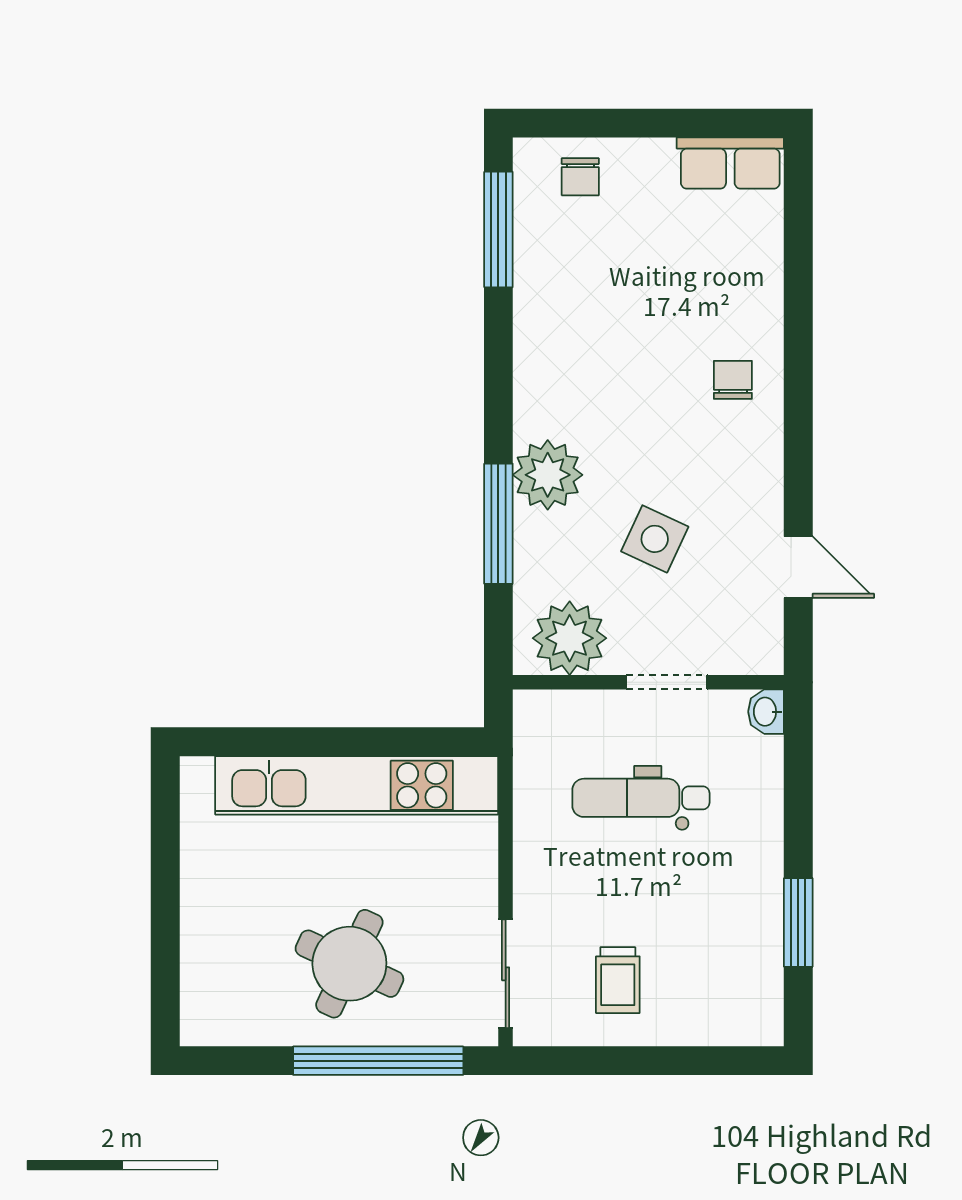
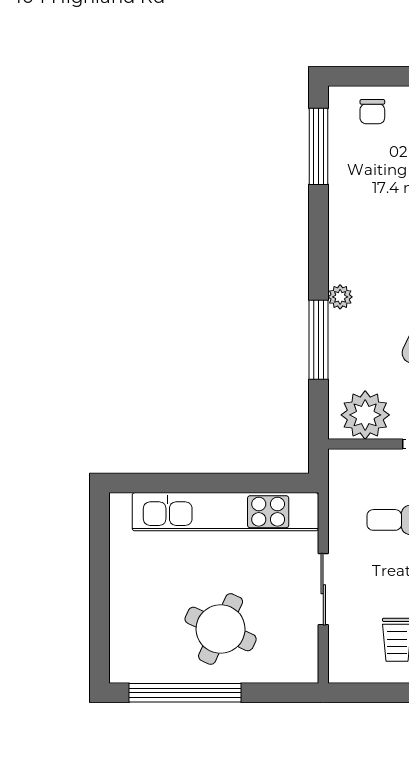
plant: (548, 475) -> (340, 297), width x0.53, depth x0.53
sliding door: (506, 974) -> (323, 589), moved
window: (378, 1061) -> (185, 693), moved

